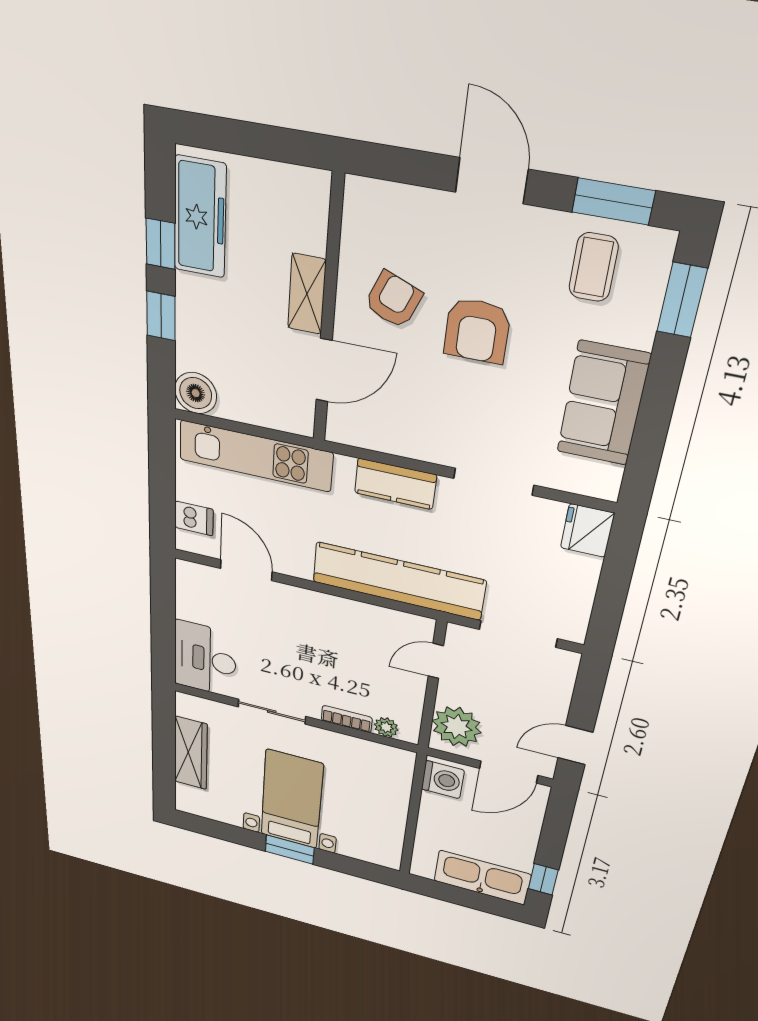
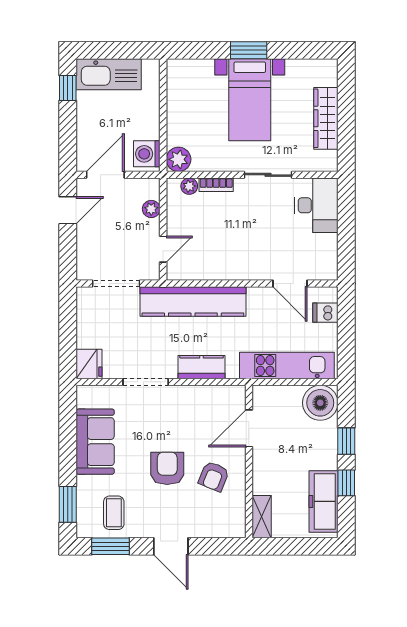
shelving: (307, 294) -> (262, 517), moved
boiler: (196, 393) -> (320, 403), width x1.37, depth x1.37
plant: (457, 727) -> (151, 209), width x0.53, depth x0.53
plant: (398, 762) -> (179, 159), added

